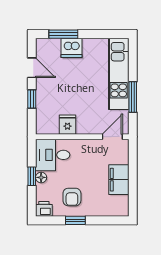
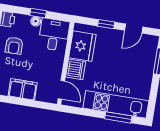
dishwasher: (71, 48) -> (76, 69), moved, turned 180
window: (133, 97) -> (118, 117), moved
fridge: (67, 125) -> (82, 46), width x1.88, depth x1.34
armchair: (72, 197) -> (14, 46), turned -90

